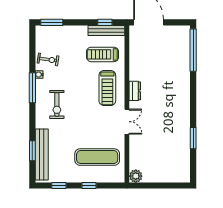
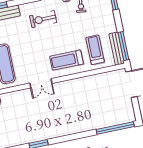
window: (105, 22) -> (123, 46), width x2.17
dresser: (135, 91) -> (69, 85), removed

